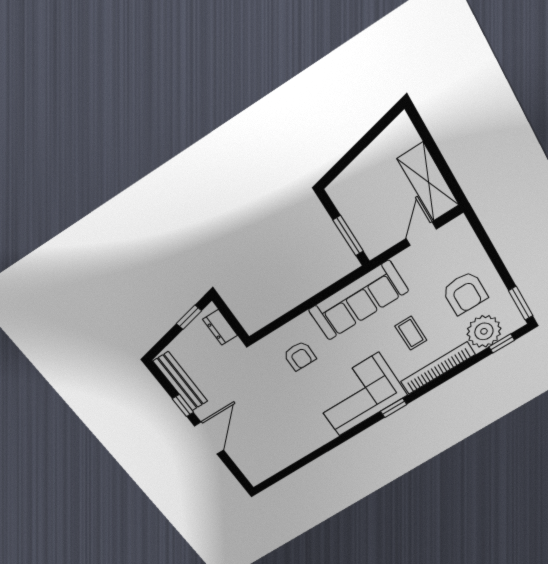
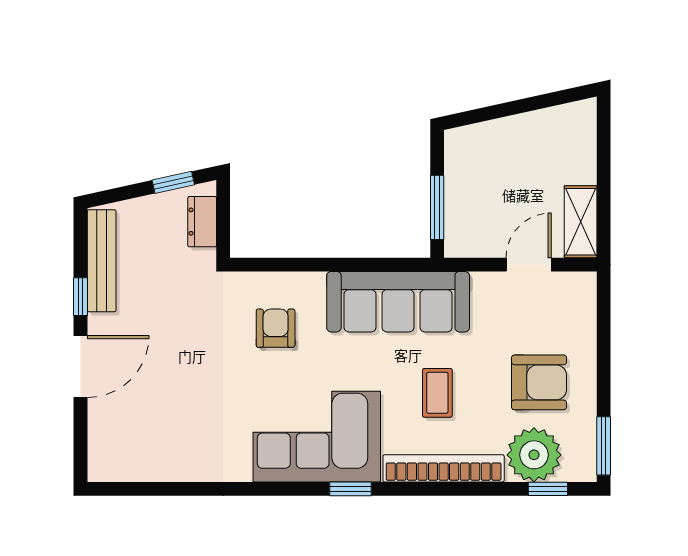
shelving: (428, 182) -> (581, 222), width x0.67, depth x0.75
armchair: (465, 293) -> (539, 382), turned -90
armchair: (300, 356) -> (276, 328), turned 180

